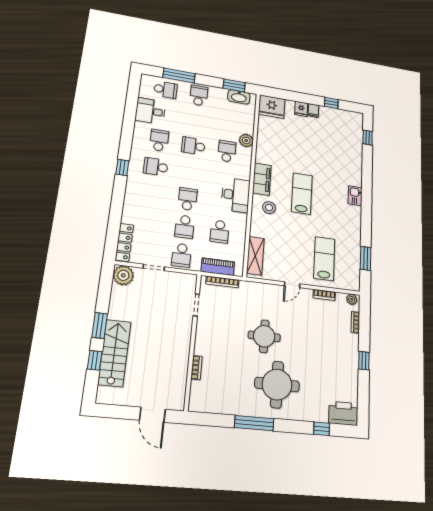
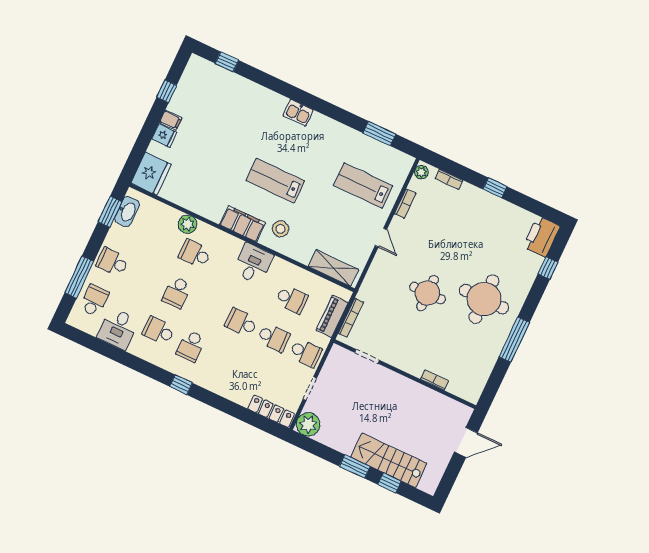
desk: (236, 195) -> (253, 264), width x0.73

